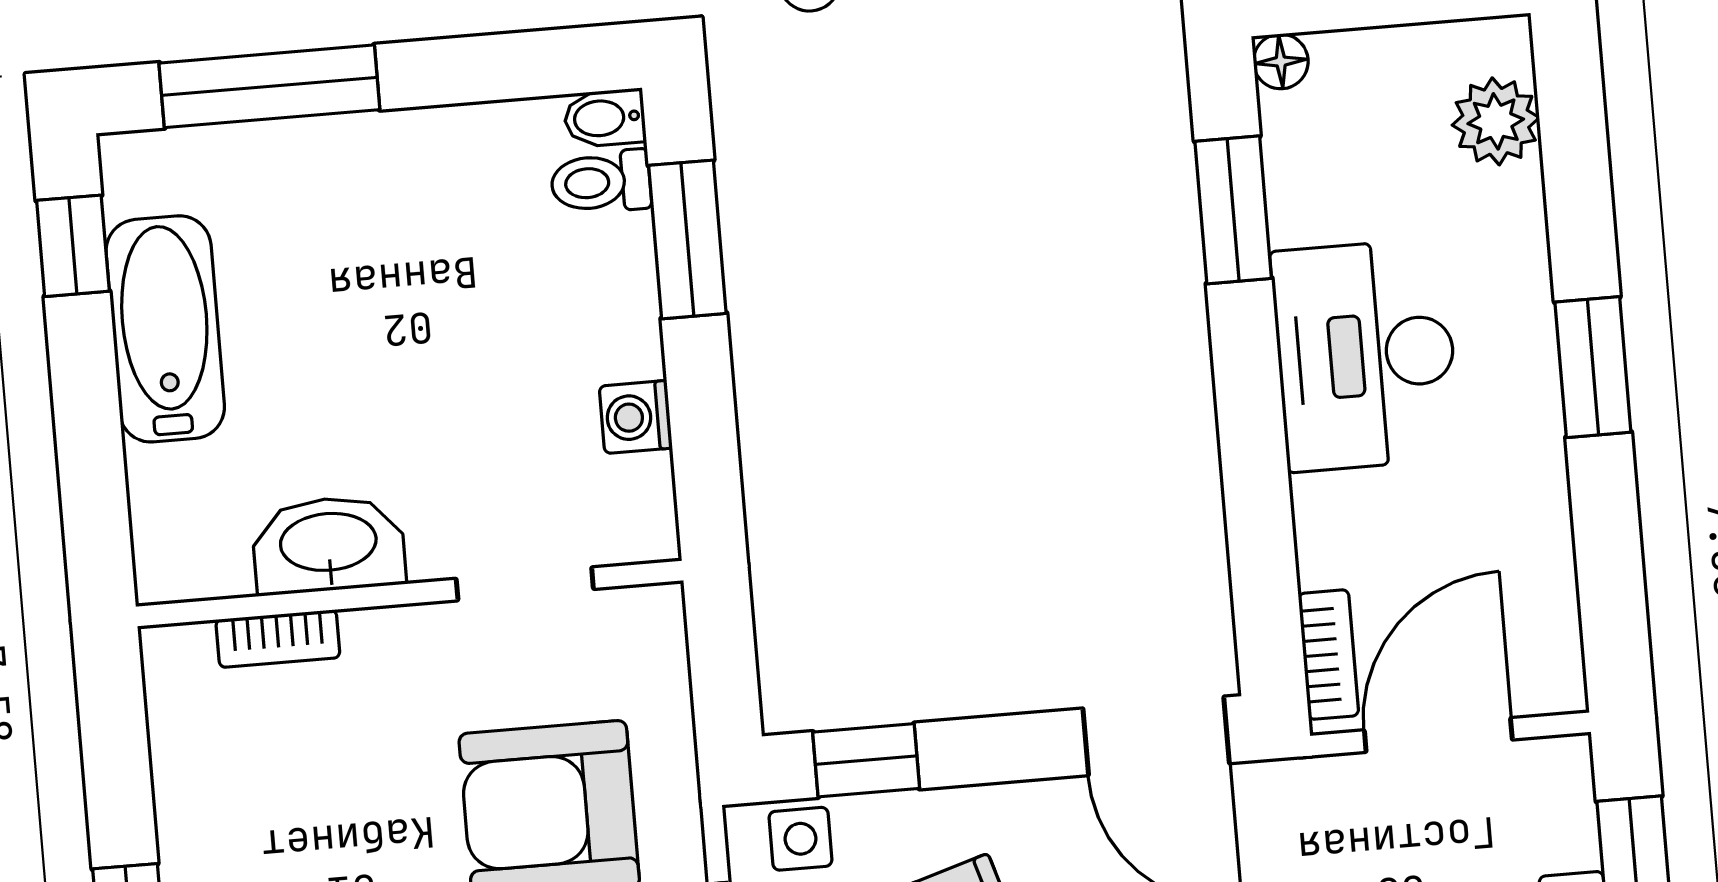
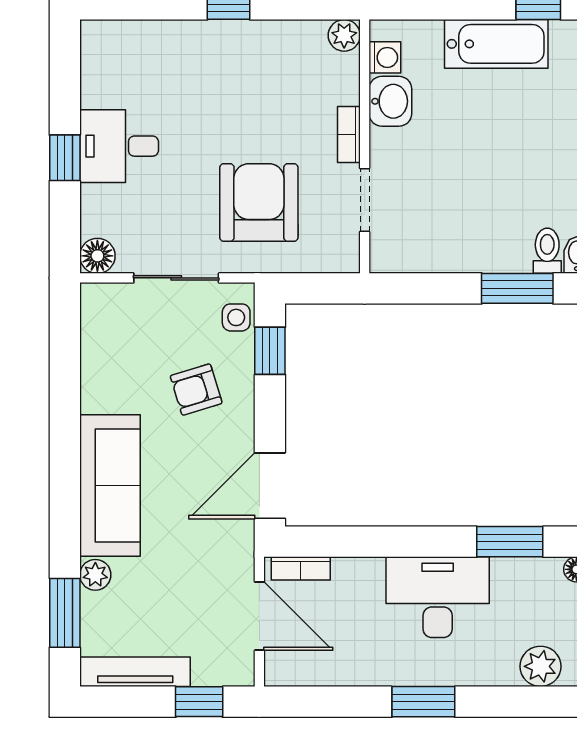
washing machine: (636, 417) -> (385, 57), moved, turned 90
washbasin: (329, 545) -> (390, 101), width x0.72
bookcase: (278, 639) -> (349, 134), moved
plant: (174, 657) -> (344, 35), added

